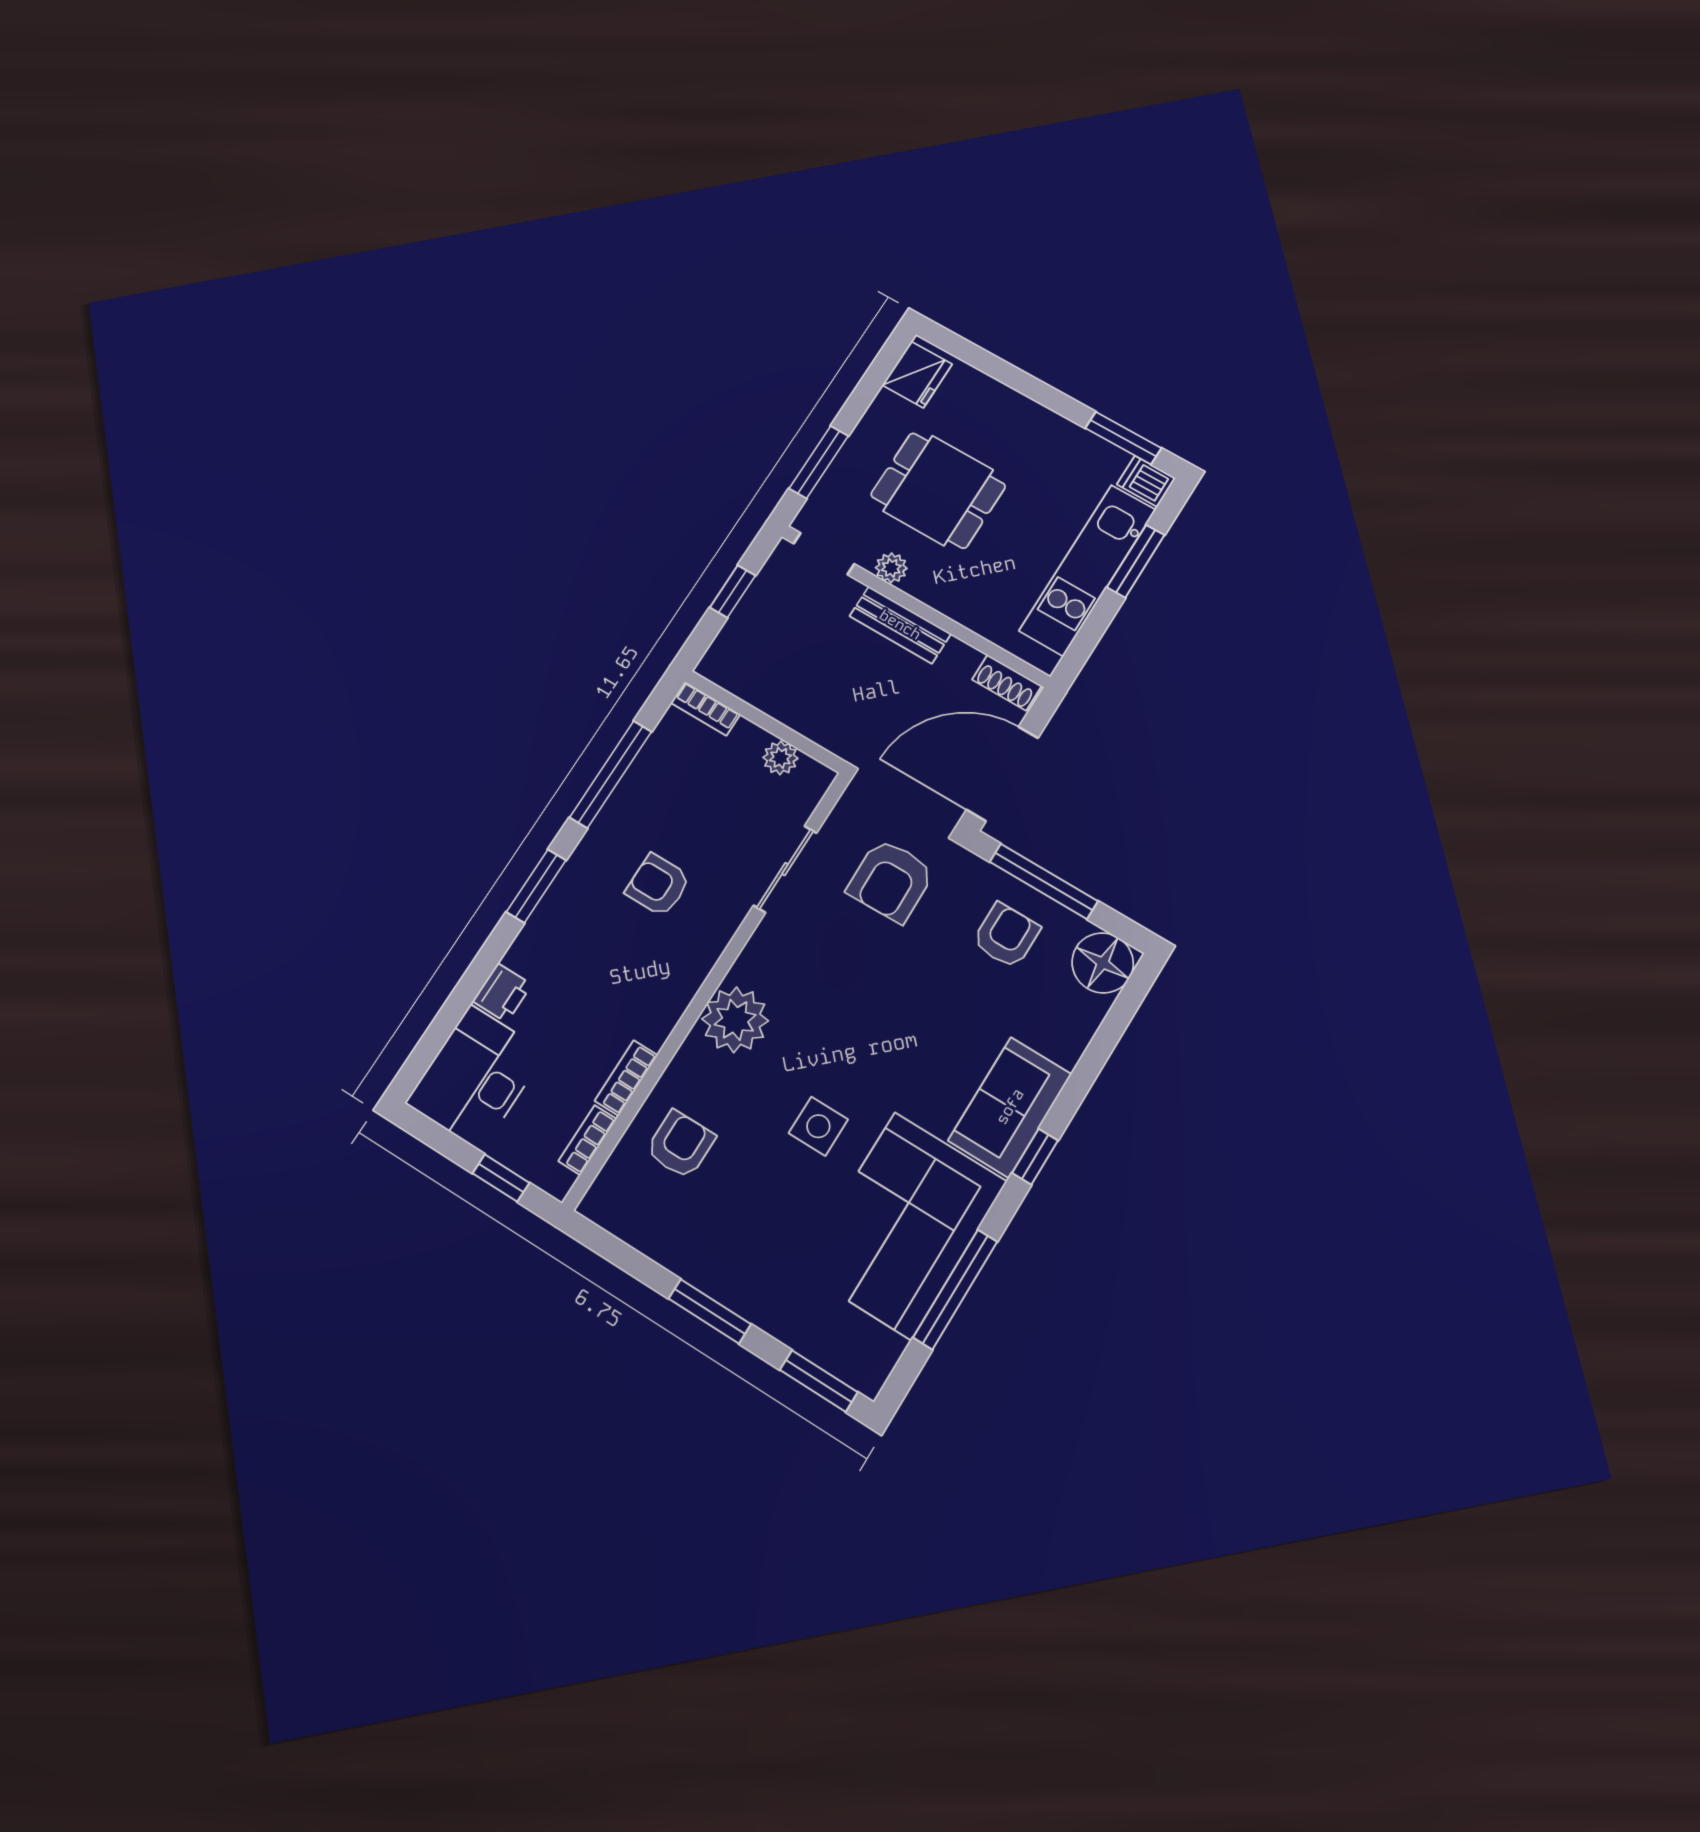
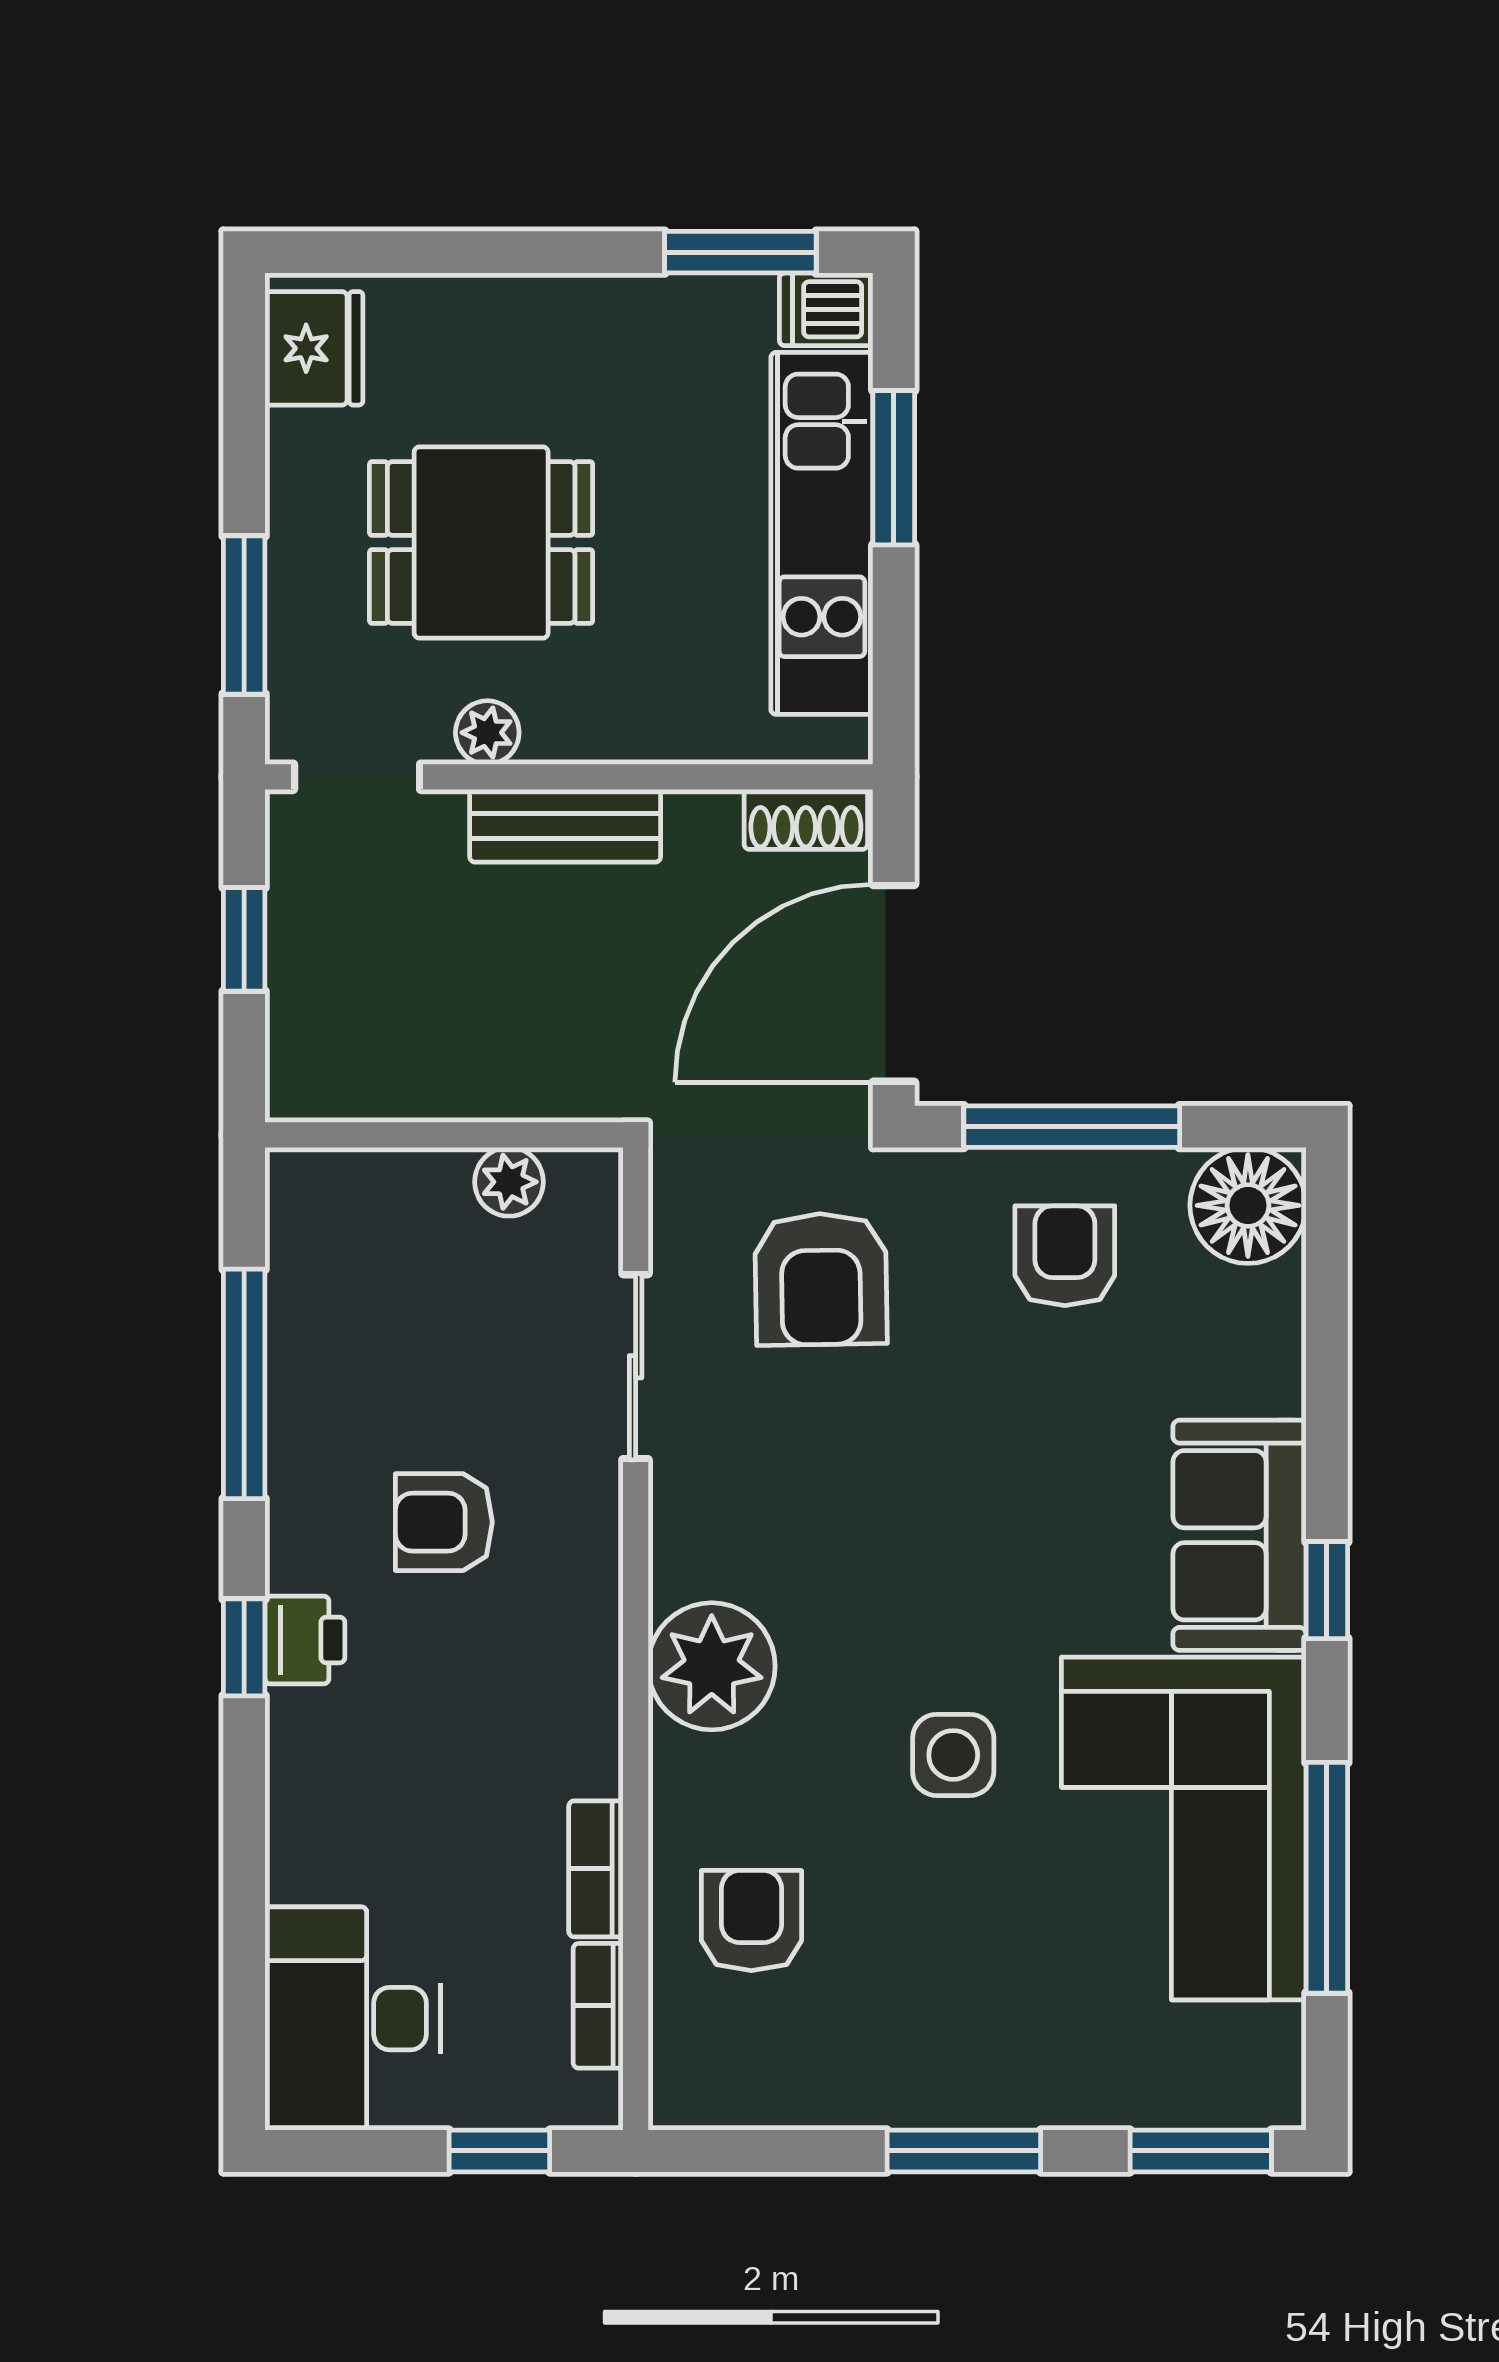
bookcase: (706, 709) -> (330, 1173), removed
window: (536, 886) -> (244, 1647), width x0.67
printer: (502, 993) -> (305, 1640), moved

